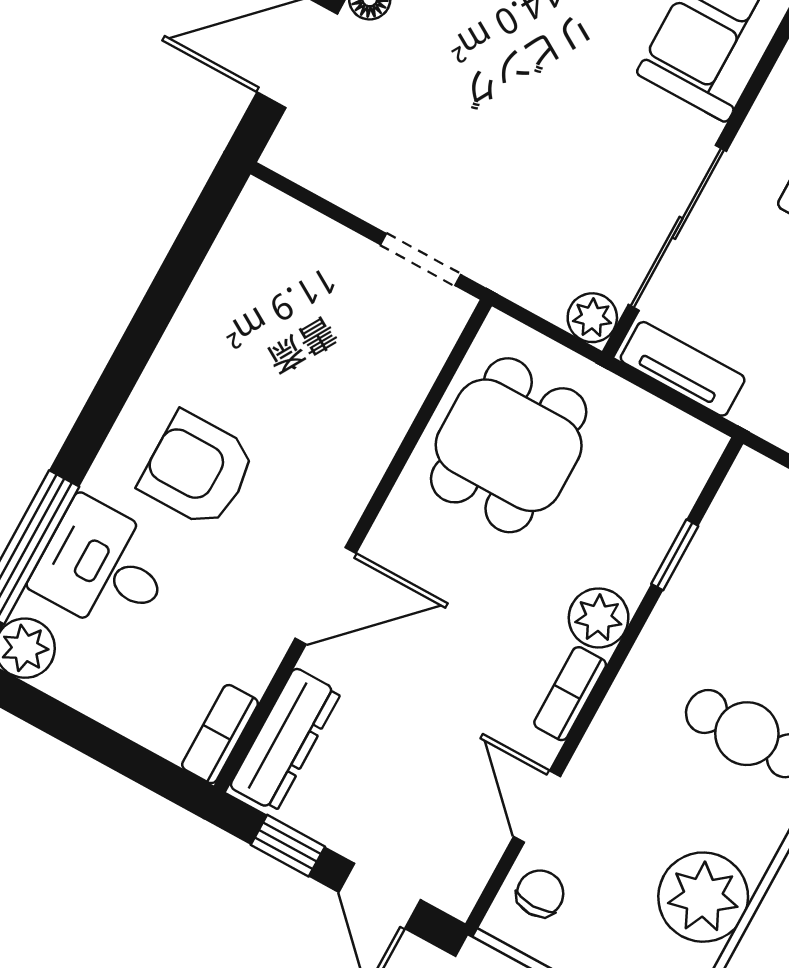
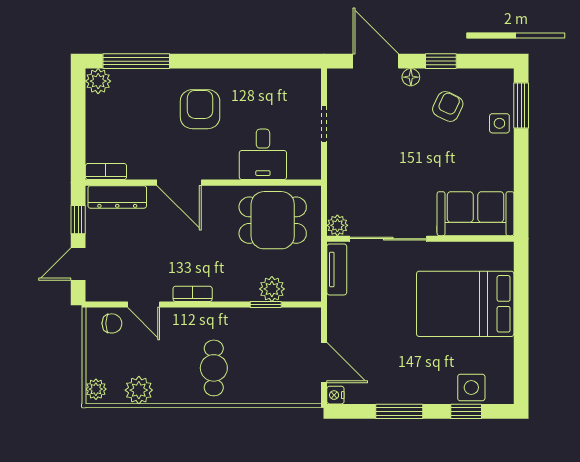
doorway: (421, 260) -> (324, 124), moved
desk: (103, 567) -> (263, 154), moved, turned 180
plant: (599, 618) -> (272, 289), moved
door: (537, 807) -> (144, 305), swing flipped
plant: (703, 897) -> (139, 390), width x0.73, depth x0.73

